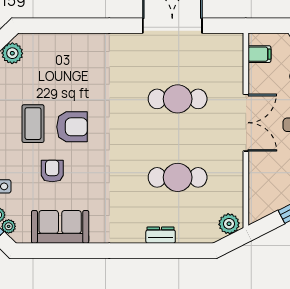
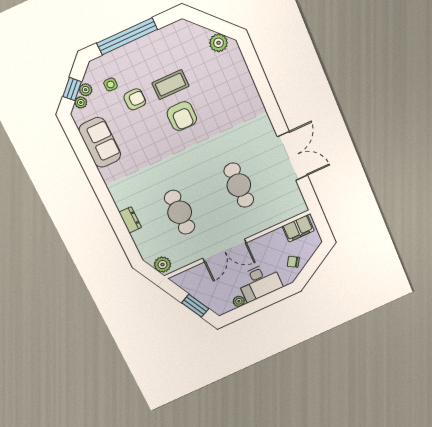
filing cabinet: (259, 54) -> (298, 228), width x2.00
double door: (246, 123) -> (225, 251), moved
armchair: (52, 171) -> (135, 99), moved

